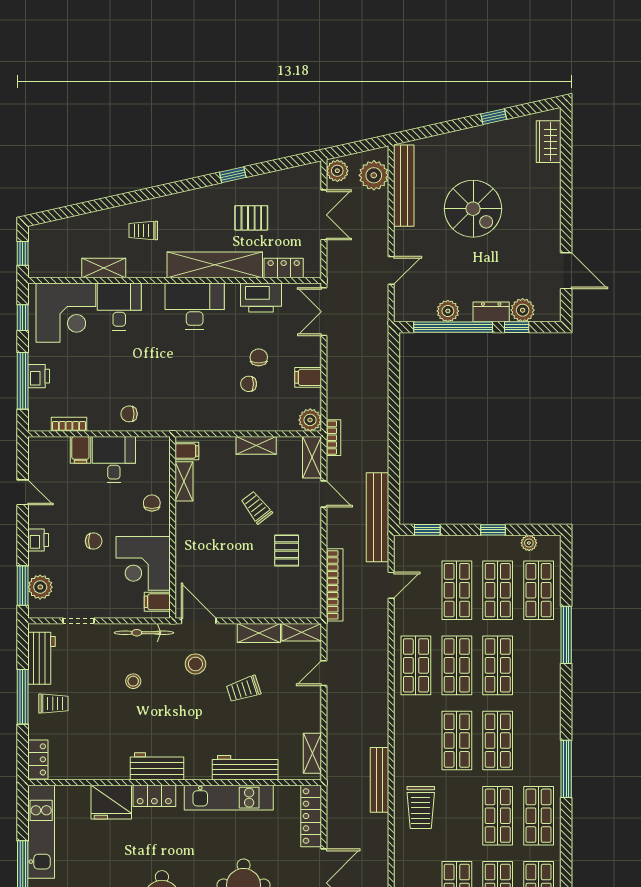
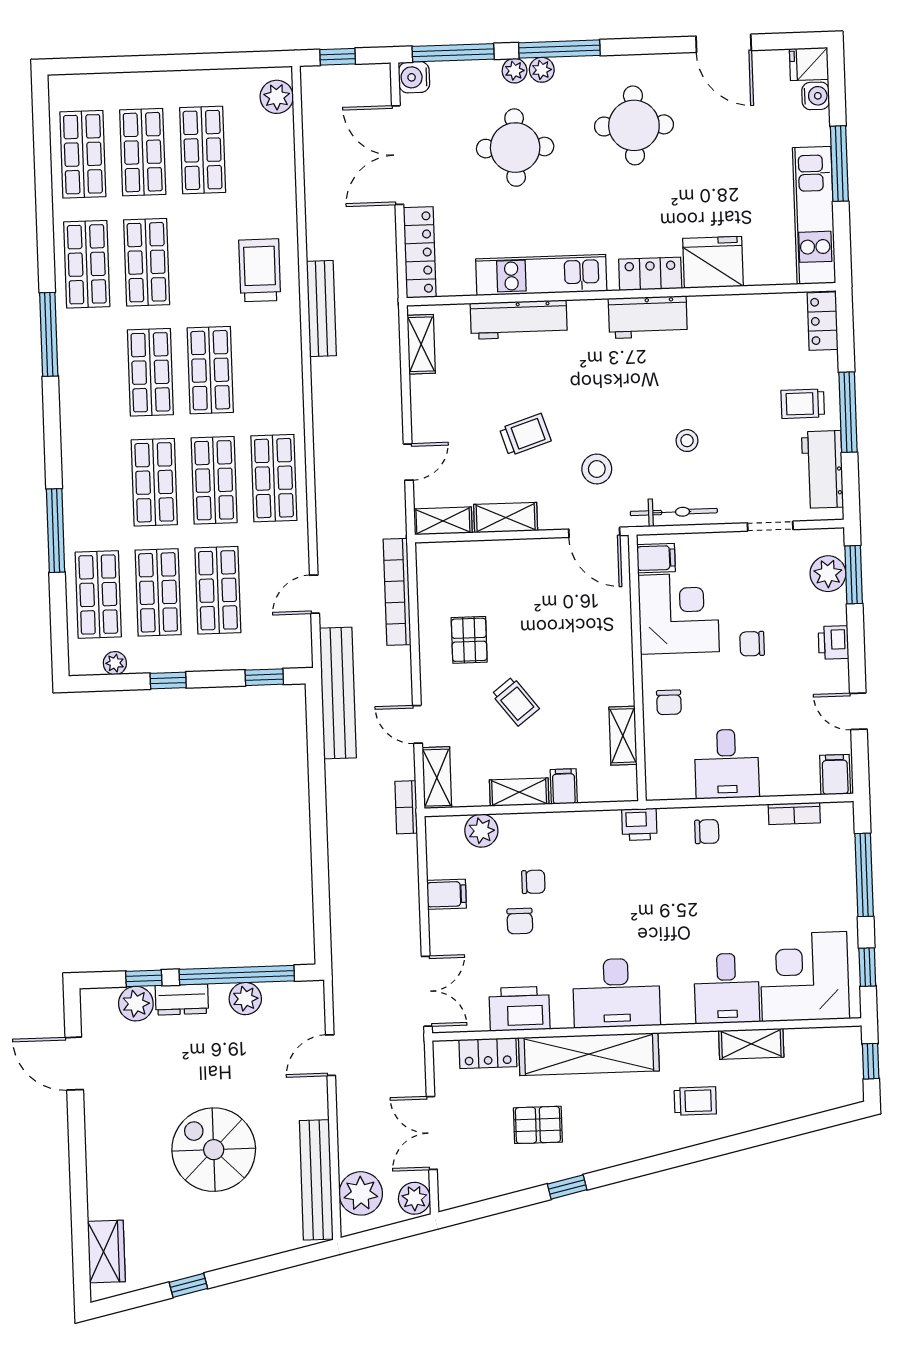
printer: (39, 376) -> (639, 824), moved, turned -90
plant: (310, 420) -> (481, 831), moved
filing cabinet: (80, 450) -> (835, 775), moved
filing cabinet: (187, 451) -> (564, 786), moved, turned 90

